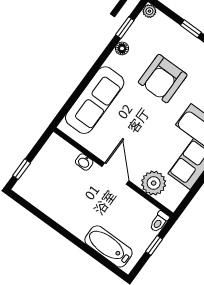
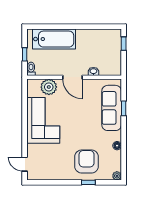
window: (125, 28) -> (124, 108), moved
armchair: (163, 79) -> (87, 162), moved
bathtub: (108, 246) -> (54, 39), width x1.36, depth x1.36

